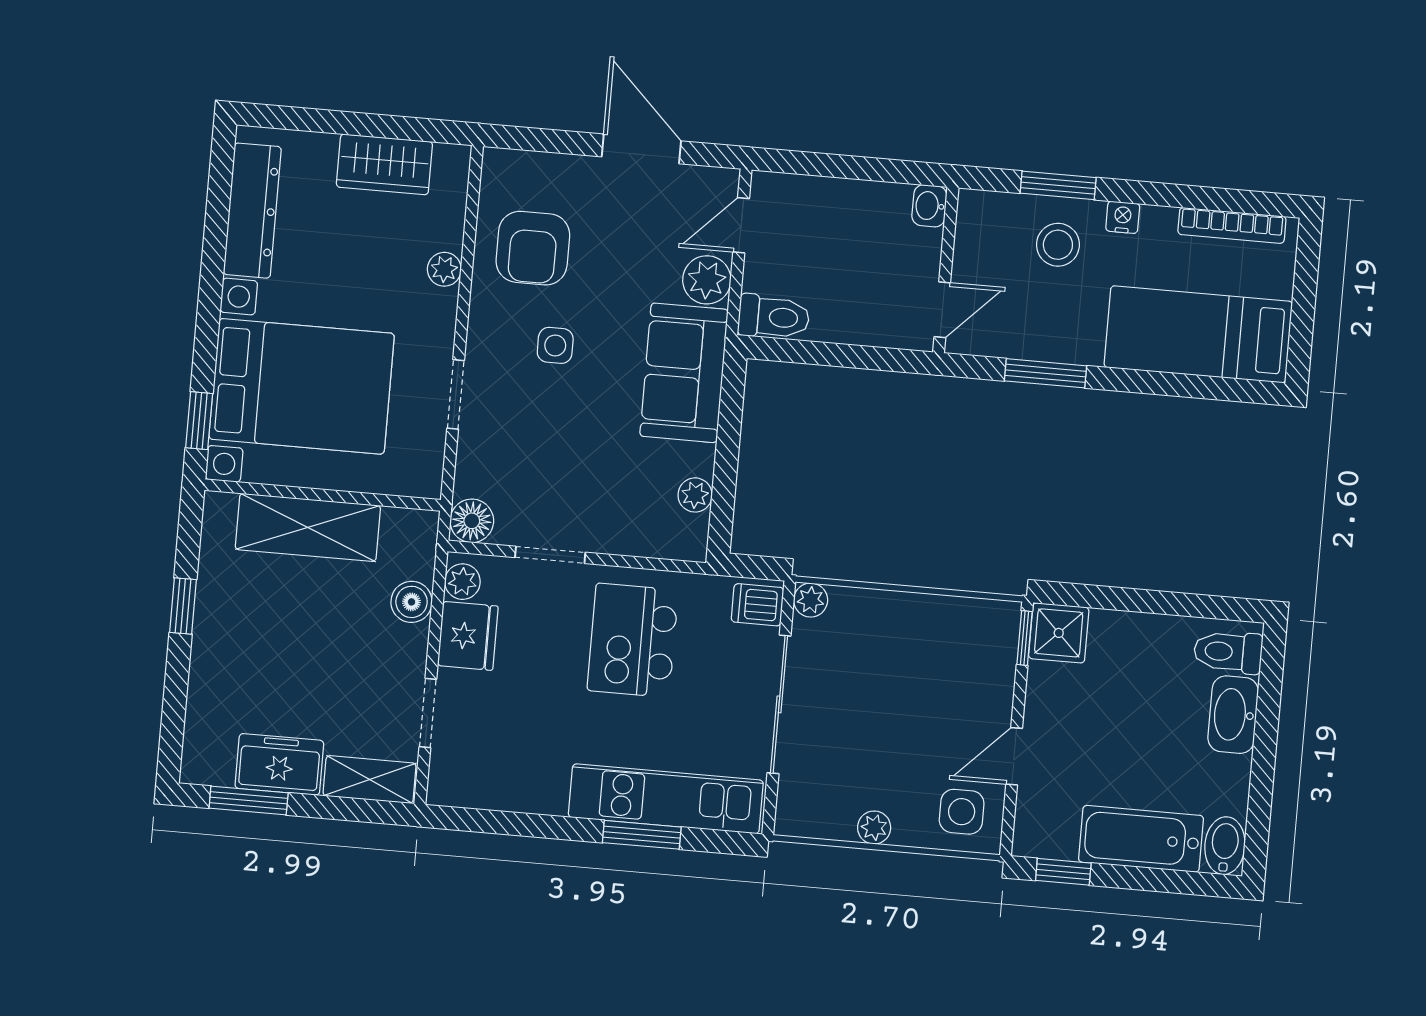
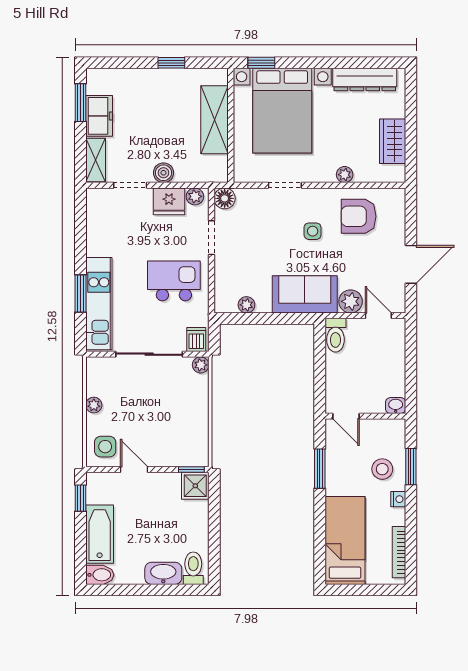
boiler: (412, 602) -> (163, 173), moved

